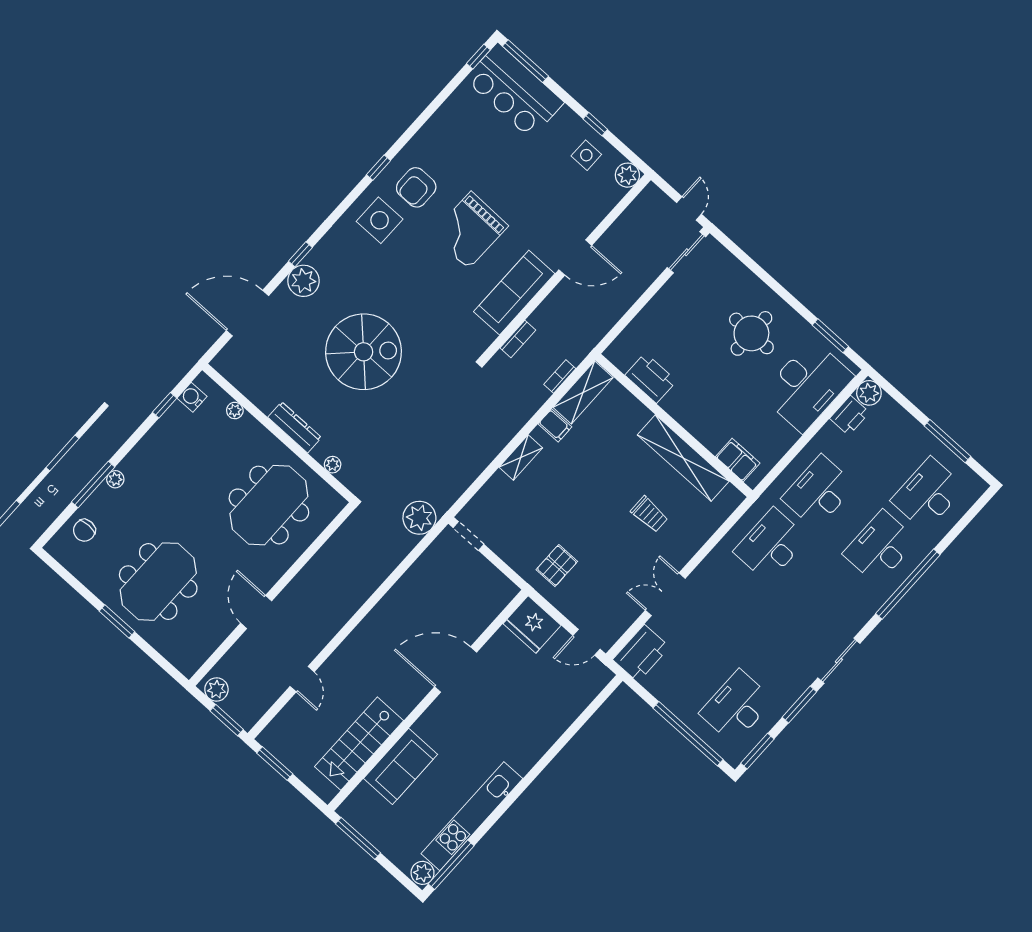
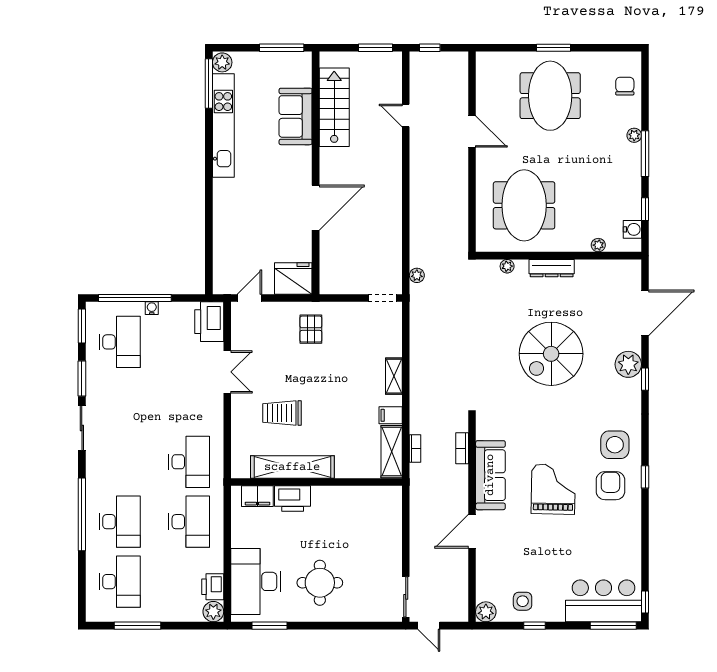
printer: (651, 378) -> (293, 499), moved
window: (93, 484) -> (645, 154), moved
trolley: (649, 514) -> (282, 413), width x1.36, depth x1.39
plant: (419, 518) -> (417, 275), width x0.53, depth x0.53
plant: (216, 689) -> (453, 61), removed
water cooler: (681, 711) -> (152, 308), added
window: (227, 720) -> (430, 48), width x0.67

